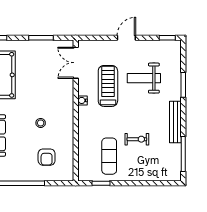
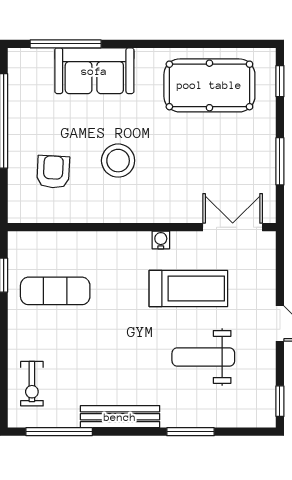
weight bench: (144, 78) -> (203, 357), turned -90
stool: (41, 123) -> (118, 161), width x1.89, depth x1.89
exercise bike: (137, 139) -> (32, 384), moved
armchair: (47, 157) -> (53, 172), turned 93

